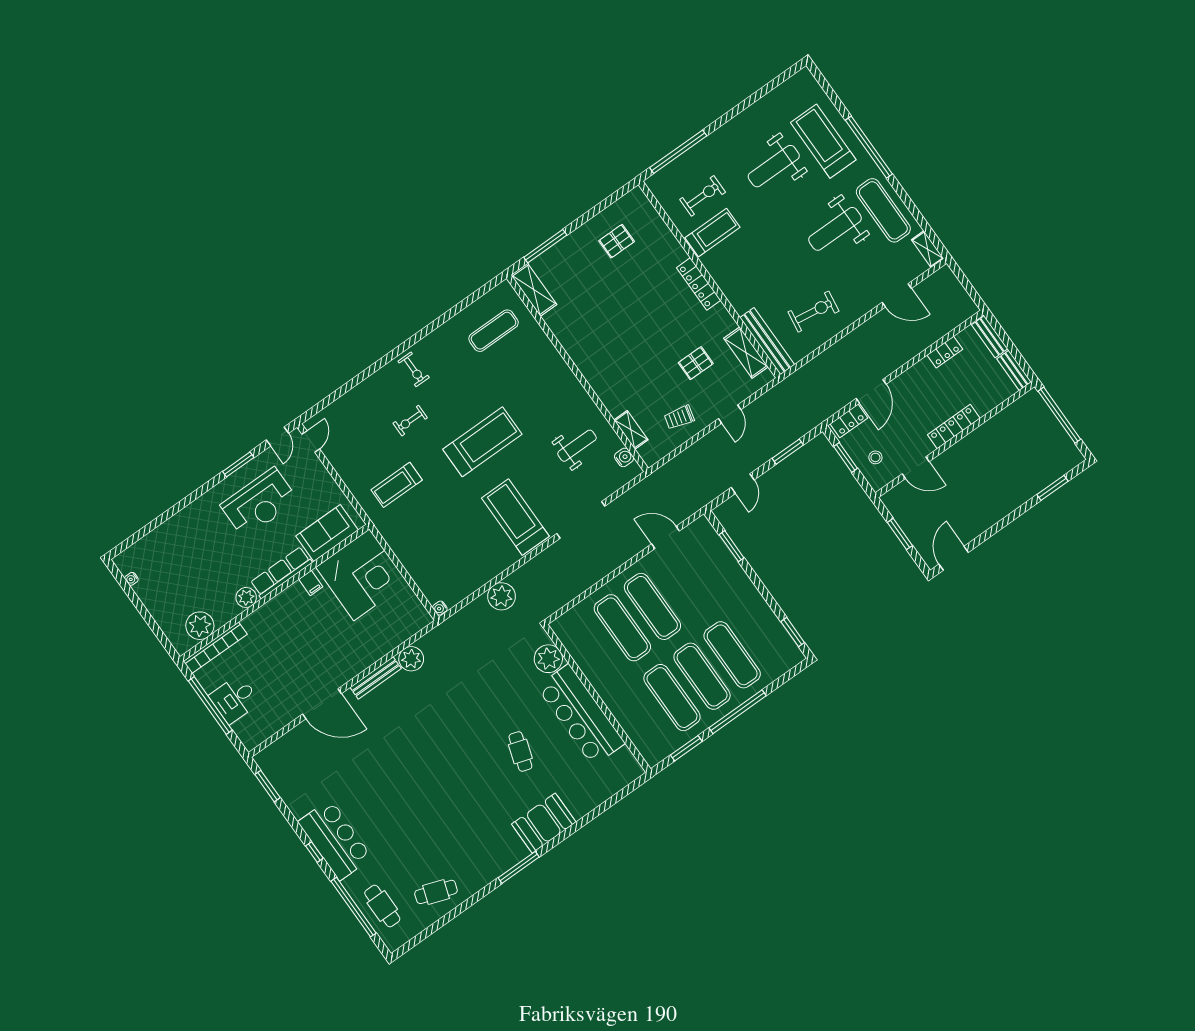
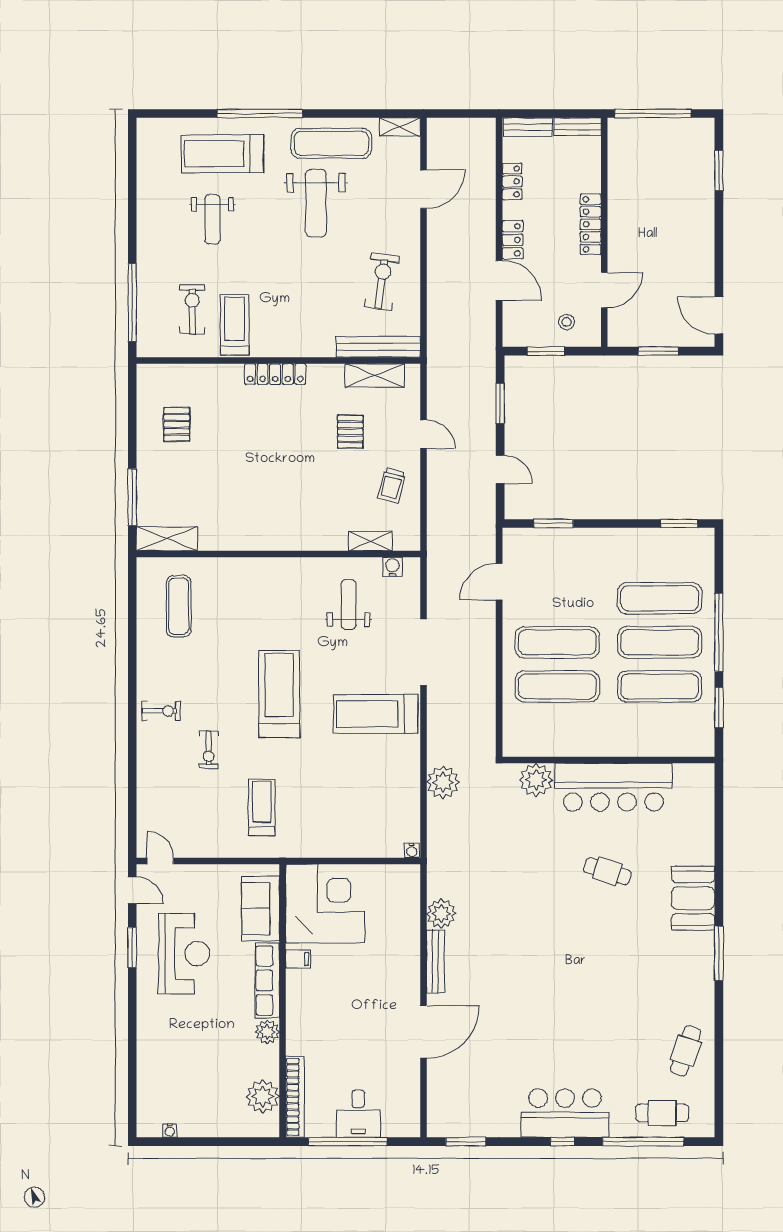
weight bench: (774, 166) -> (212, 219), width x0.73, depth x0.75
locker: (849, 421) -> (513, 240), moved
treadmill: (397, 485) -> (262, 807), turned 180

